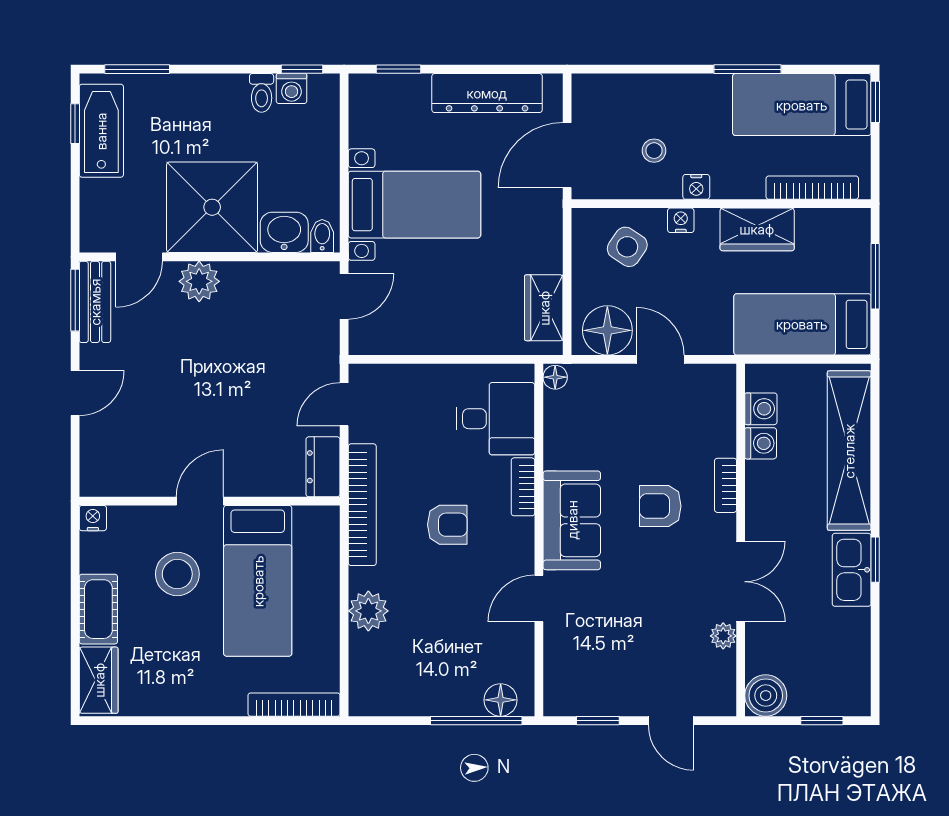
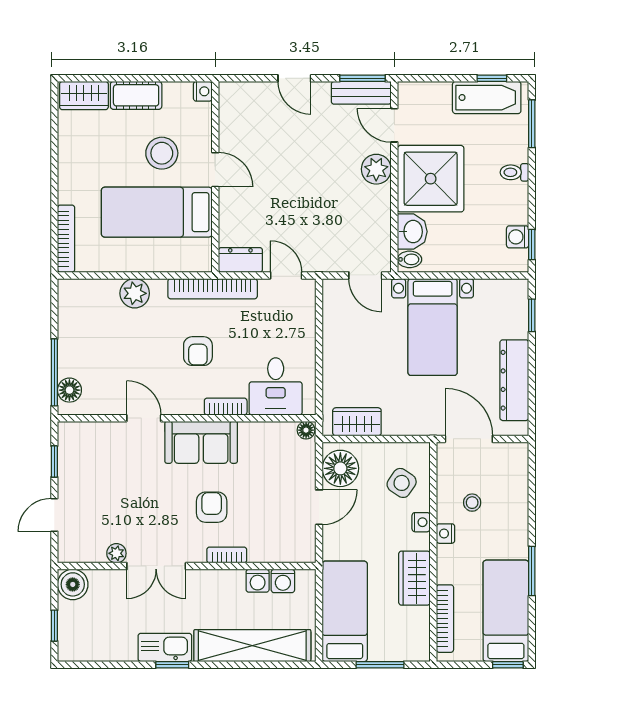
toilet: (262, 93) -> (514, 172), moved

